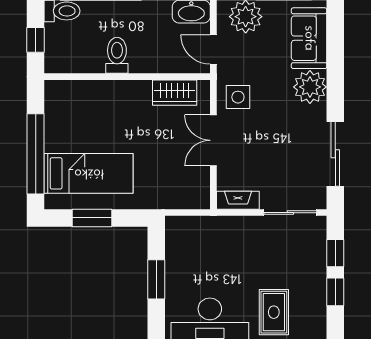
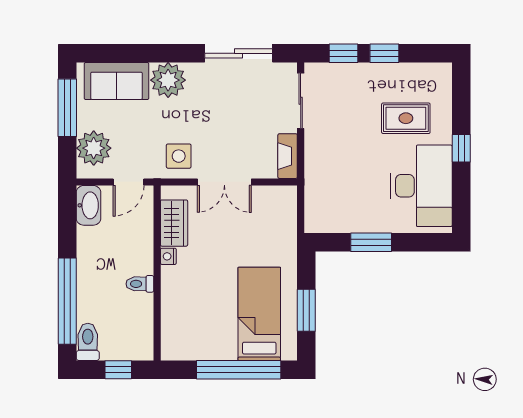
toilet: (117, 55) -> (140, 284), width x0.73, depth x0.72
nightstand: (143, 87) -> (168, 256), added

